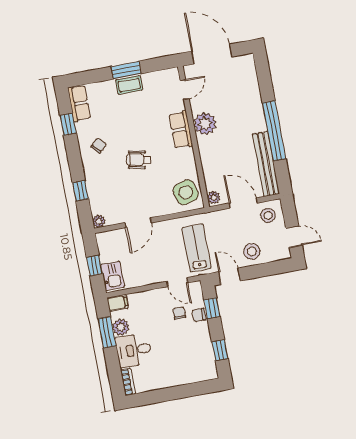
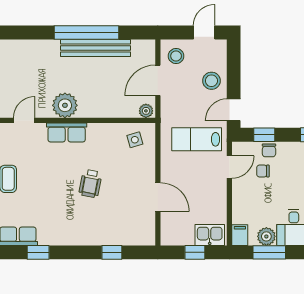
door: (185, 90) -> (24, 120), hinge flipped
chair: (99, 146) -> (67, 224), removed
bench: (266, 164) -> (96, 48), moved
side table: (186, 192) -> (135, 140), width x0.54, depth x0.54
plant: (99, 221) -> (148, 239), removed

